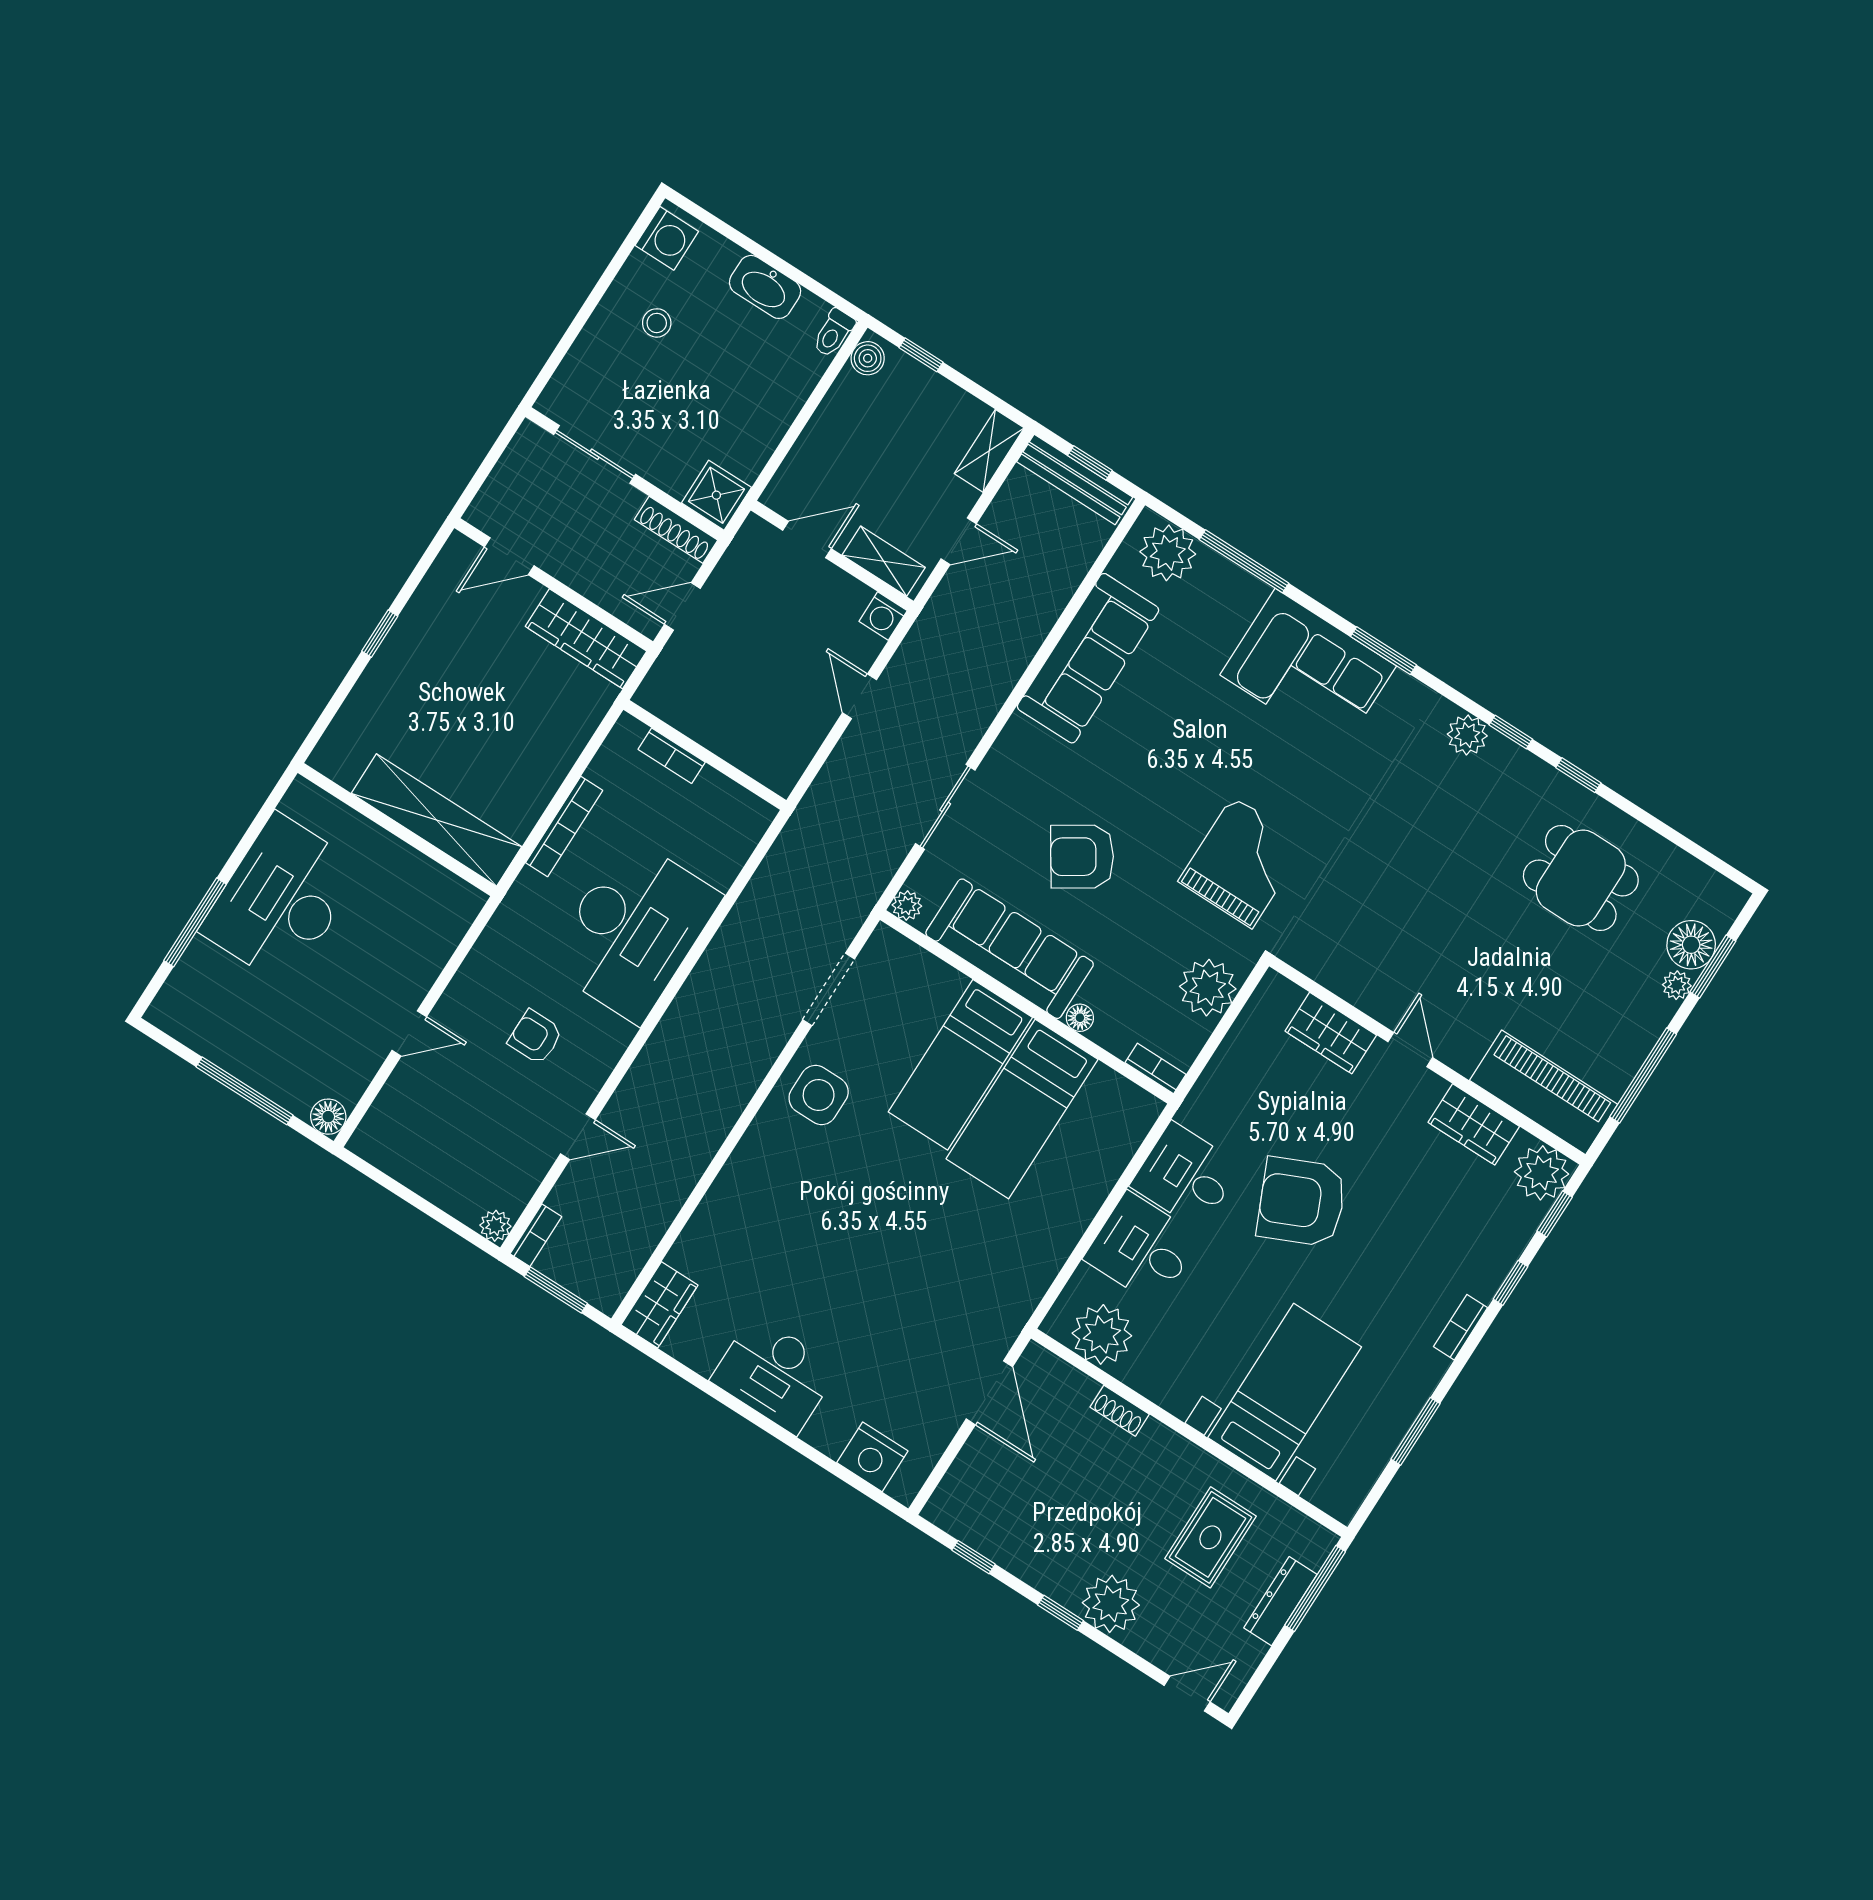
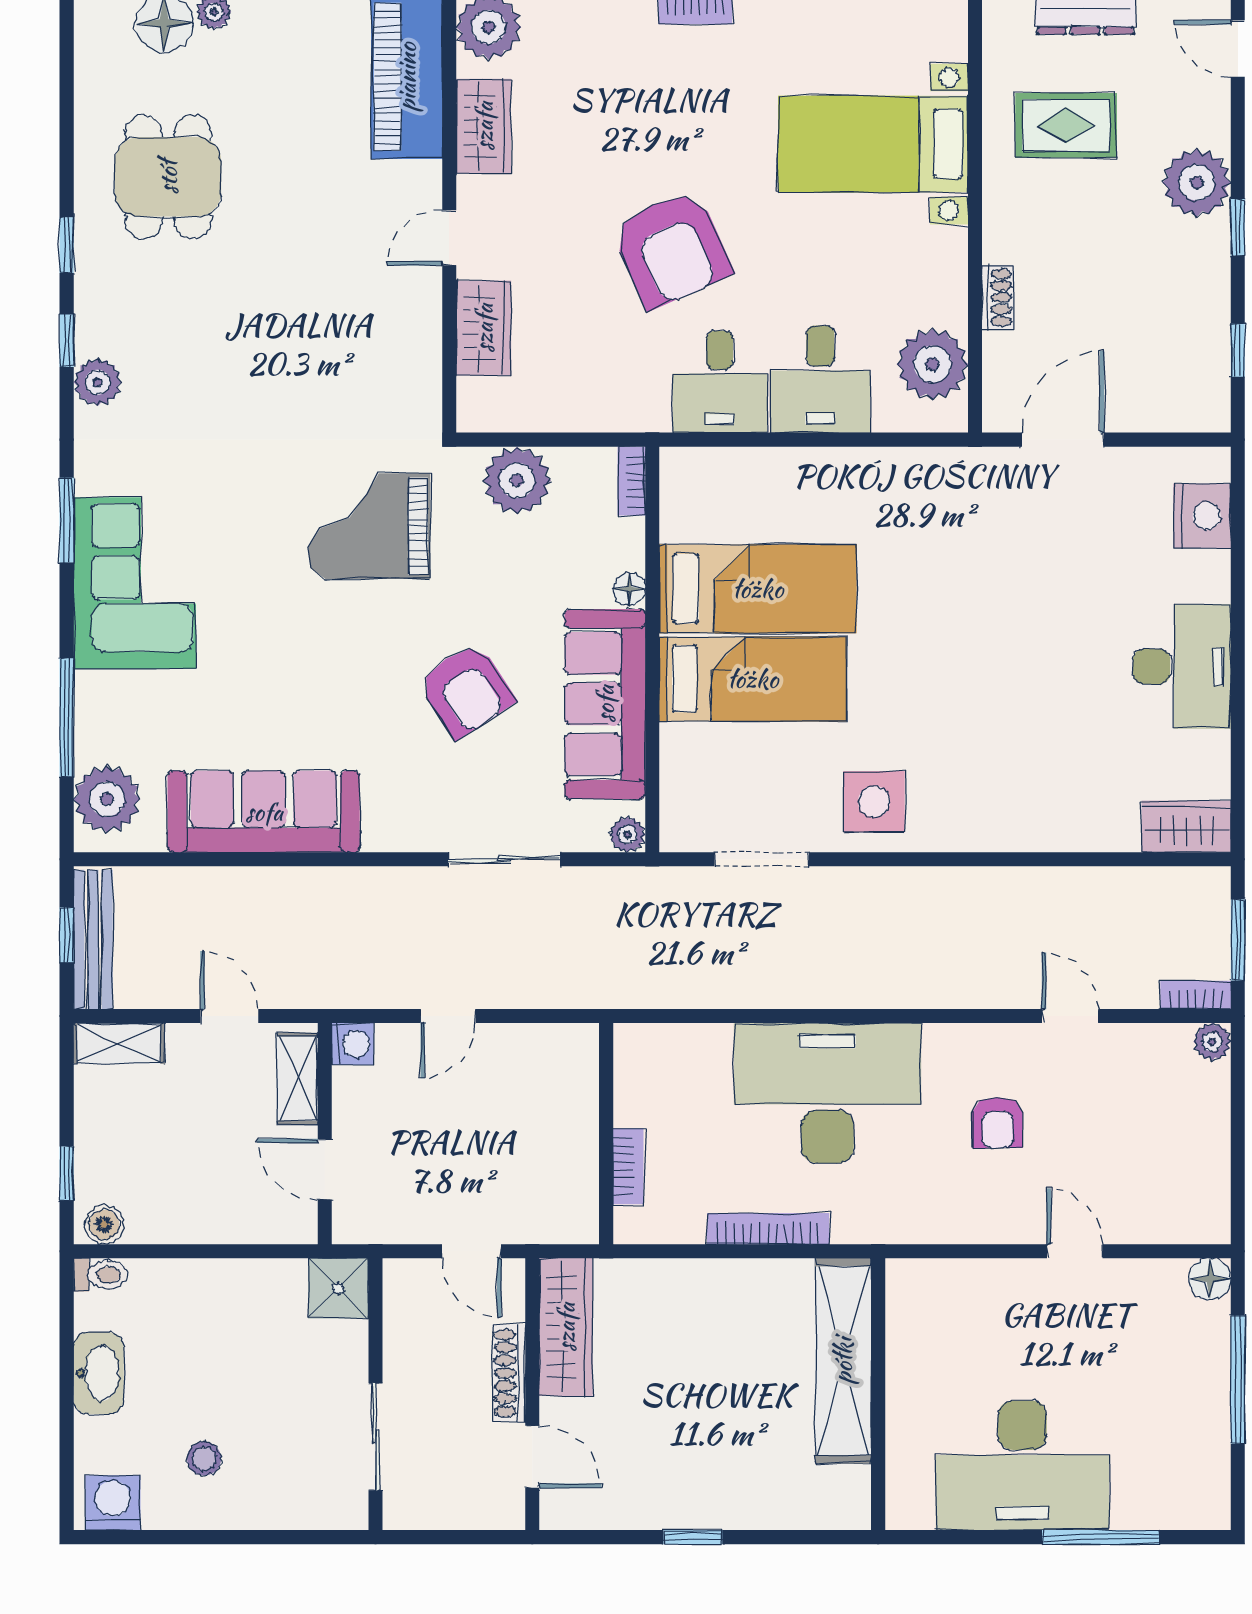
shoe rack: (676, 530) -> (509, 1373), moved, turned 180

